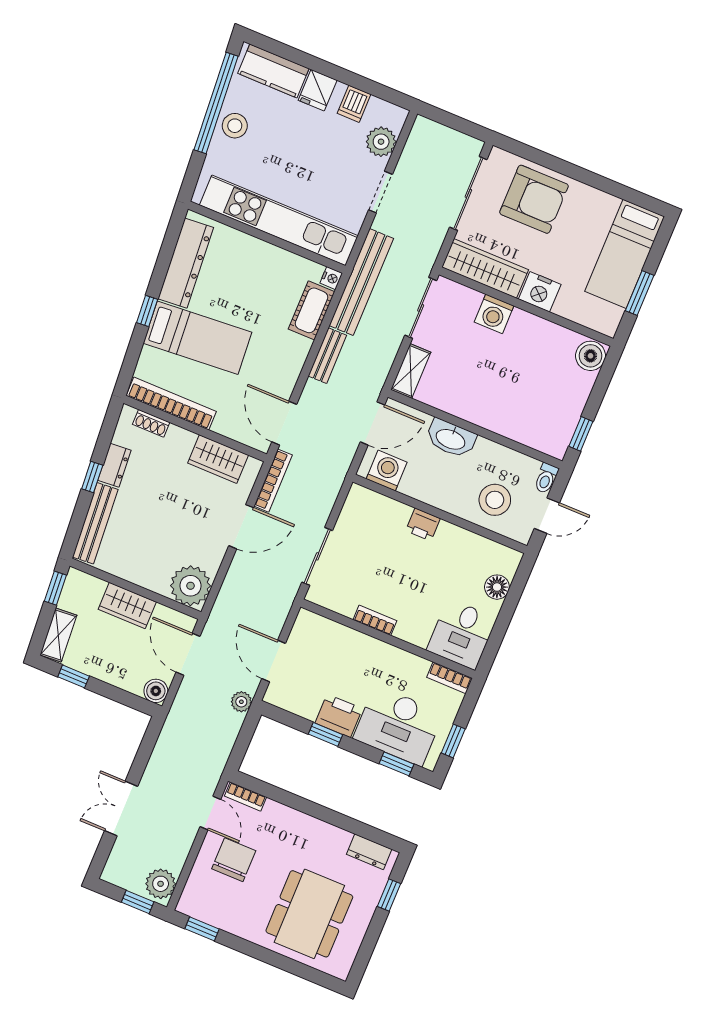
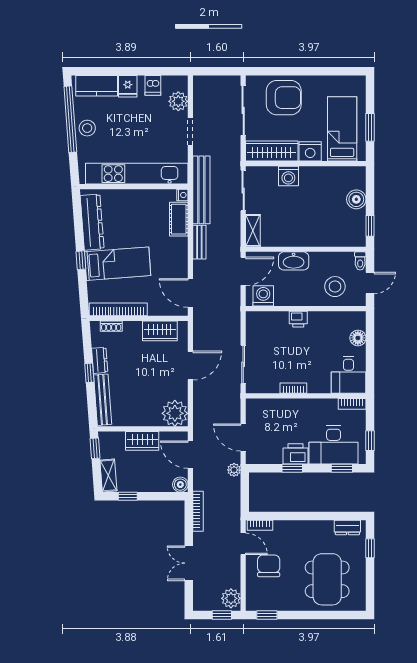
bed: (625, 254) -> (342, 129), moved, turned 180
boiler: (591, 356) -> (356, 199), moved
bookcase: (273, 481) -> (198, 511), moved

